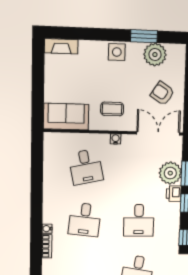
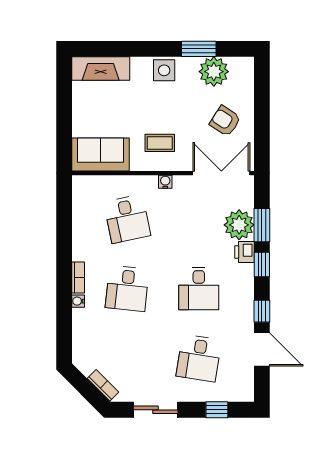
fireplace: (61, 46) -> (101, 69), width x1.37, depth x1.32
bookcase: (47, 246) -> (78, 278), moved

